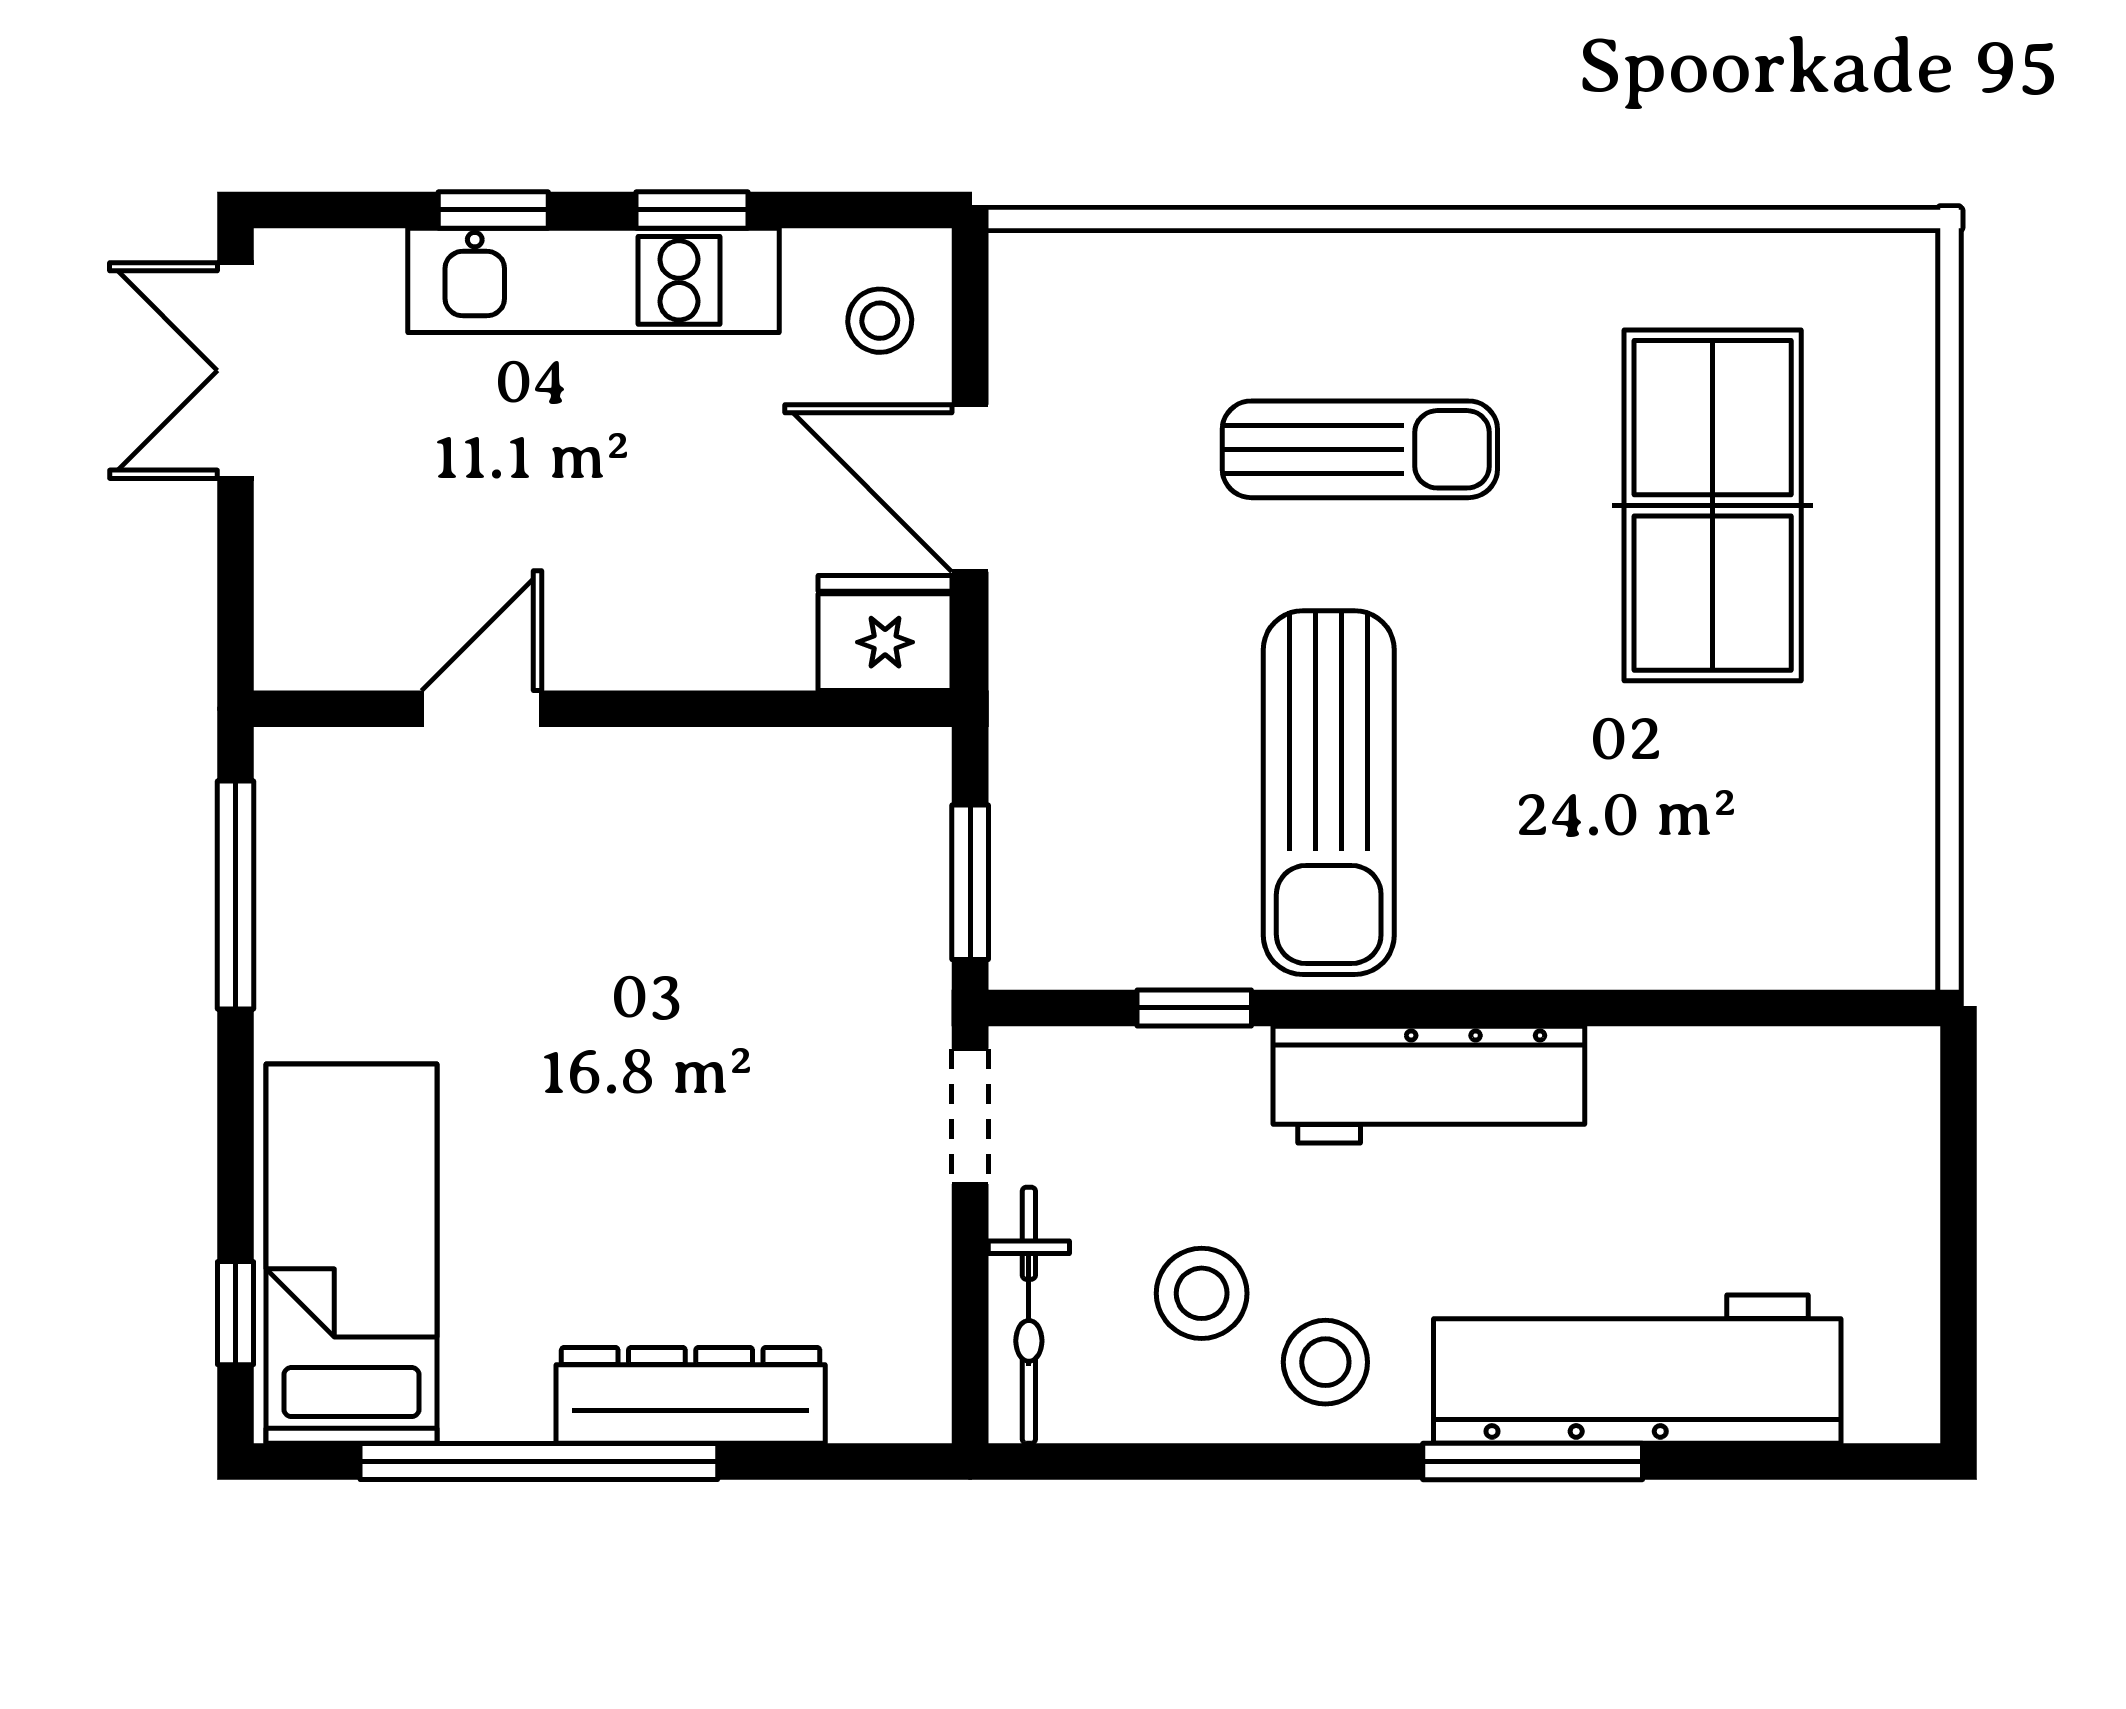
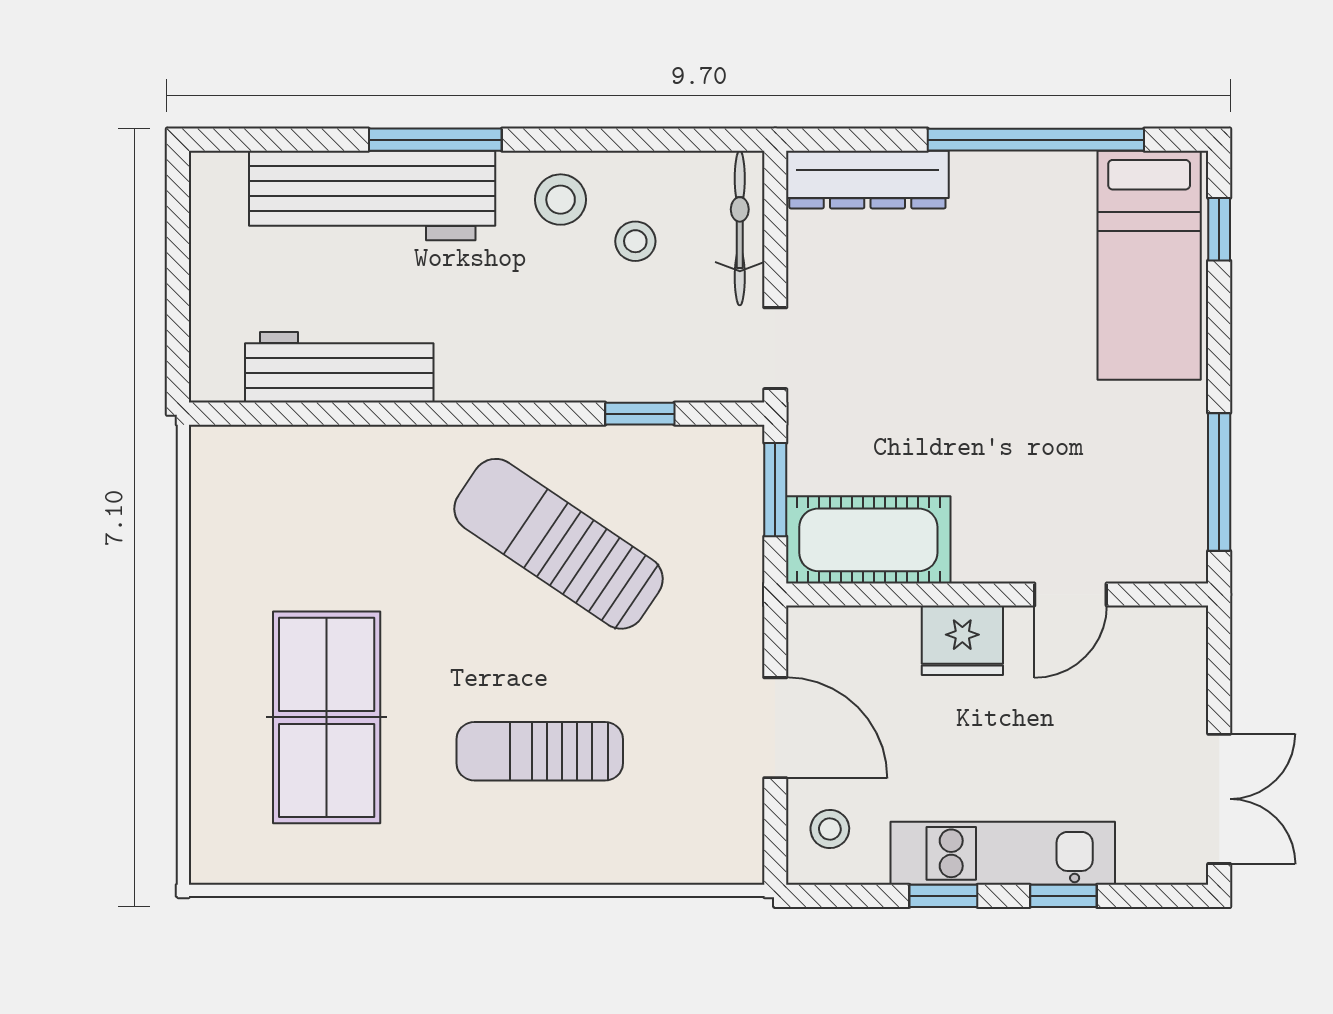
fridge: (885, 633) -> (962, 640), moved
sun lounger: (1329, 793) -> (559, 544), turned -56
cot: (816, 799) -> (868, 540), added
workbench: (1429, 1085) -> (339, 367), moved
stool: (1202, 1293) -> (635, 241), width x0.73, depth x0.73
dresser: (691, 1395) -> (867, 180), moved

